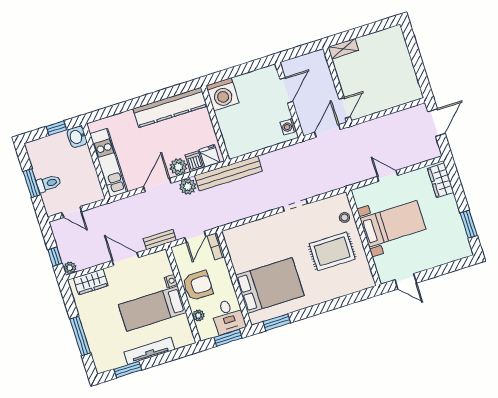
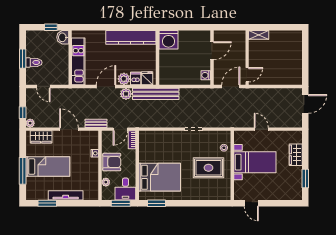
wardrobe: (441, 180) -> (296, 155), moved
bed: (152, 309) -> (48, 166), moved, turned 180

